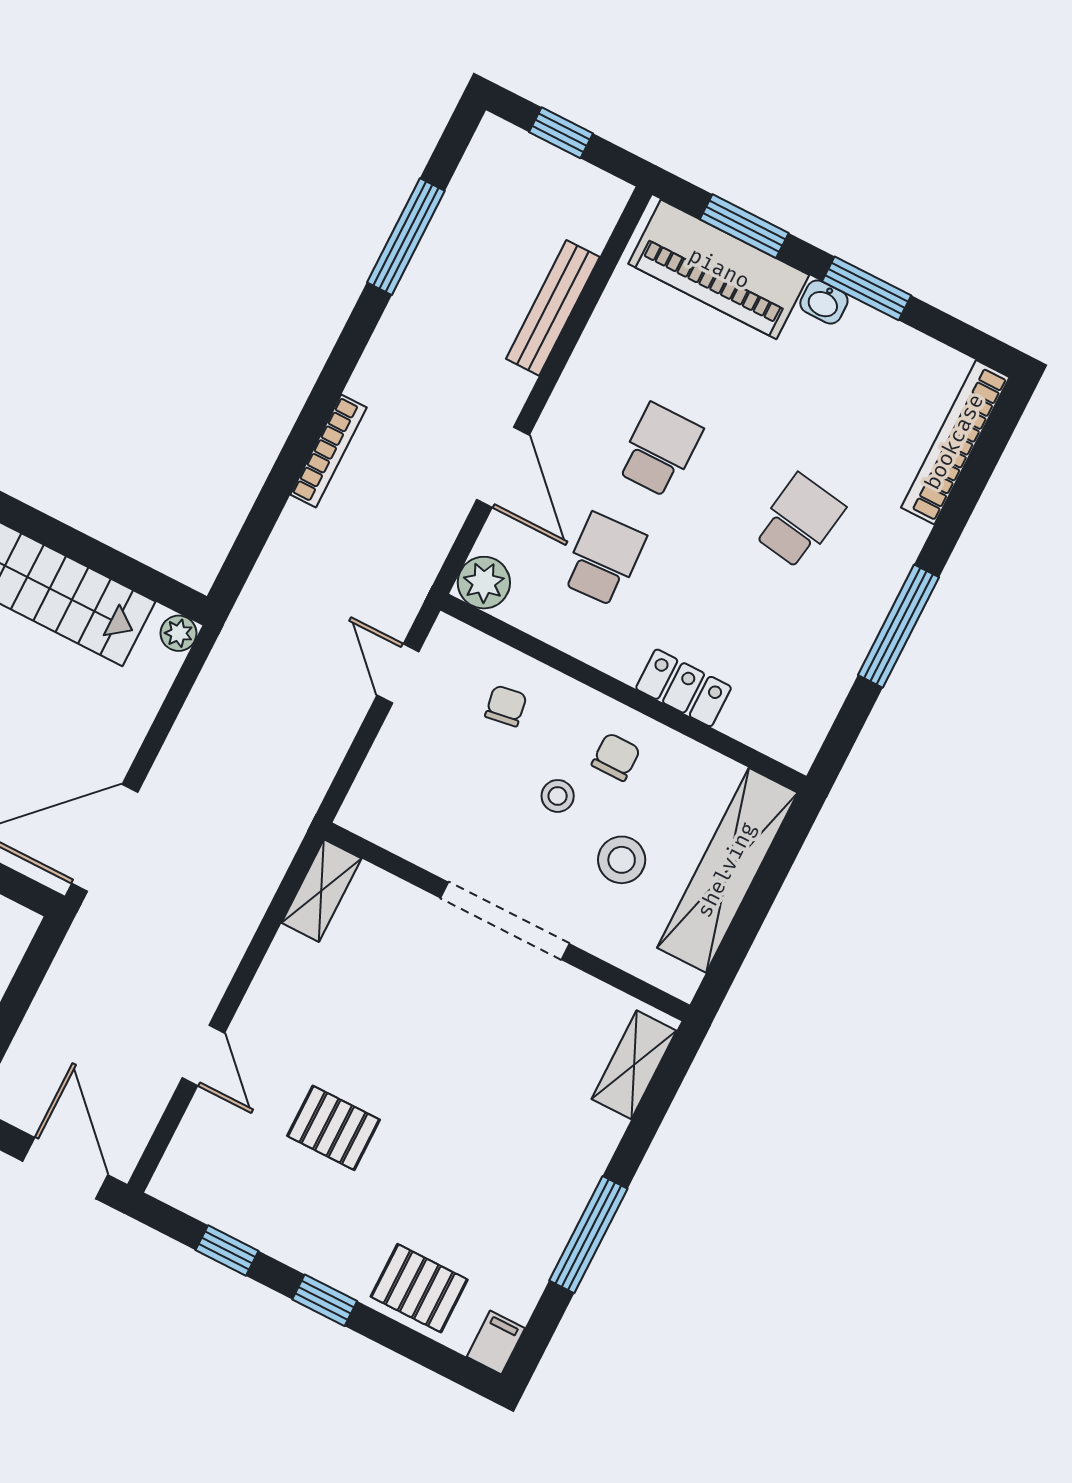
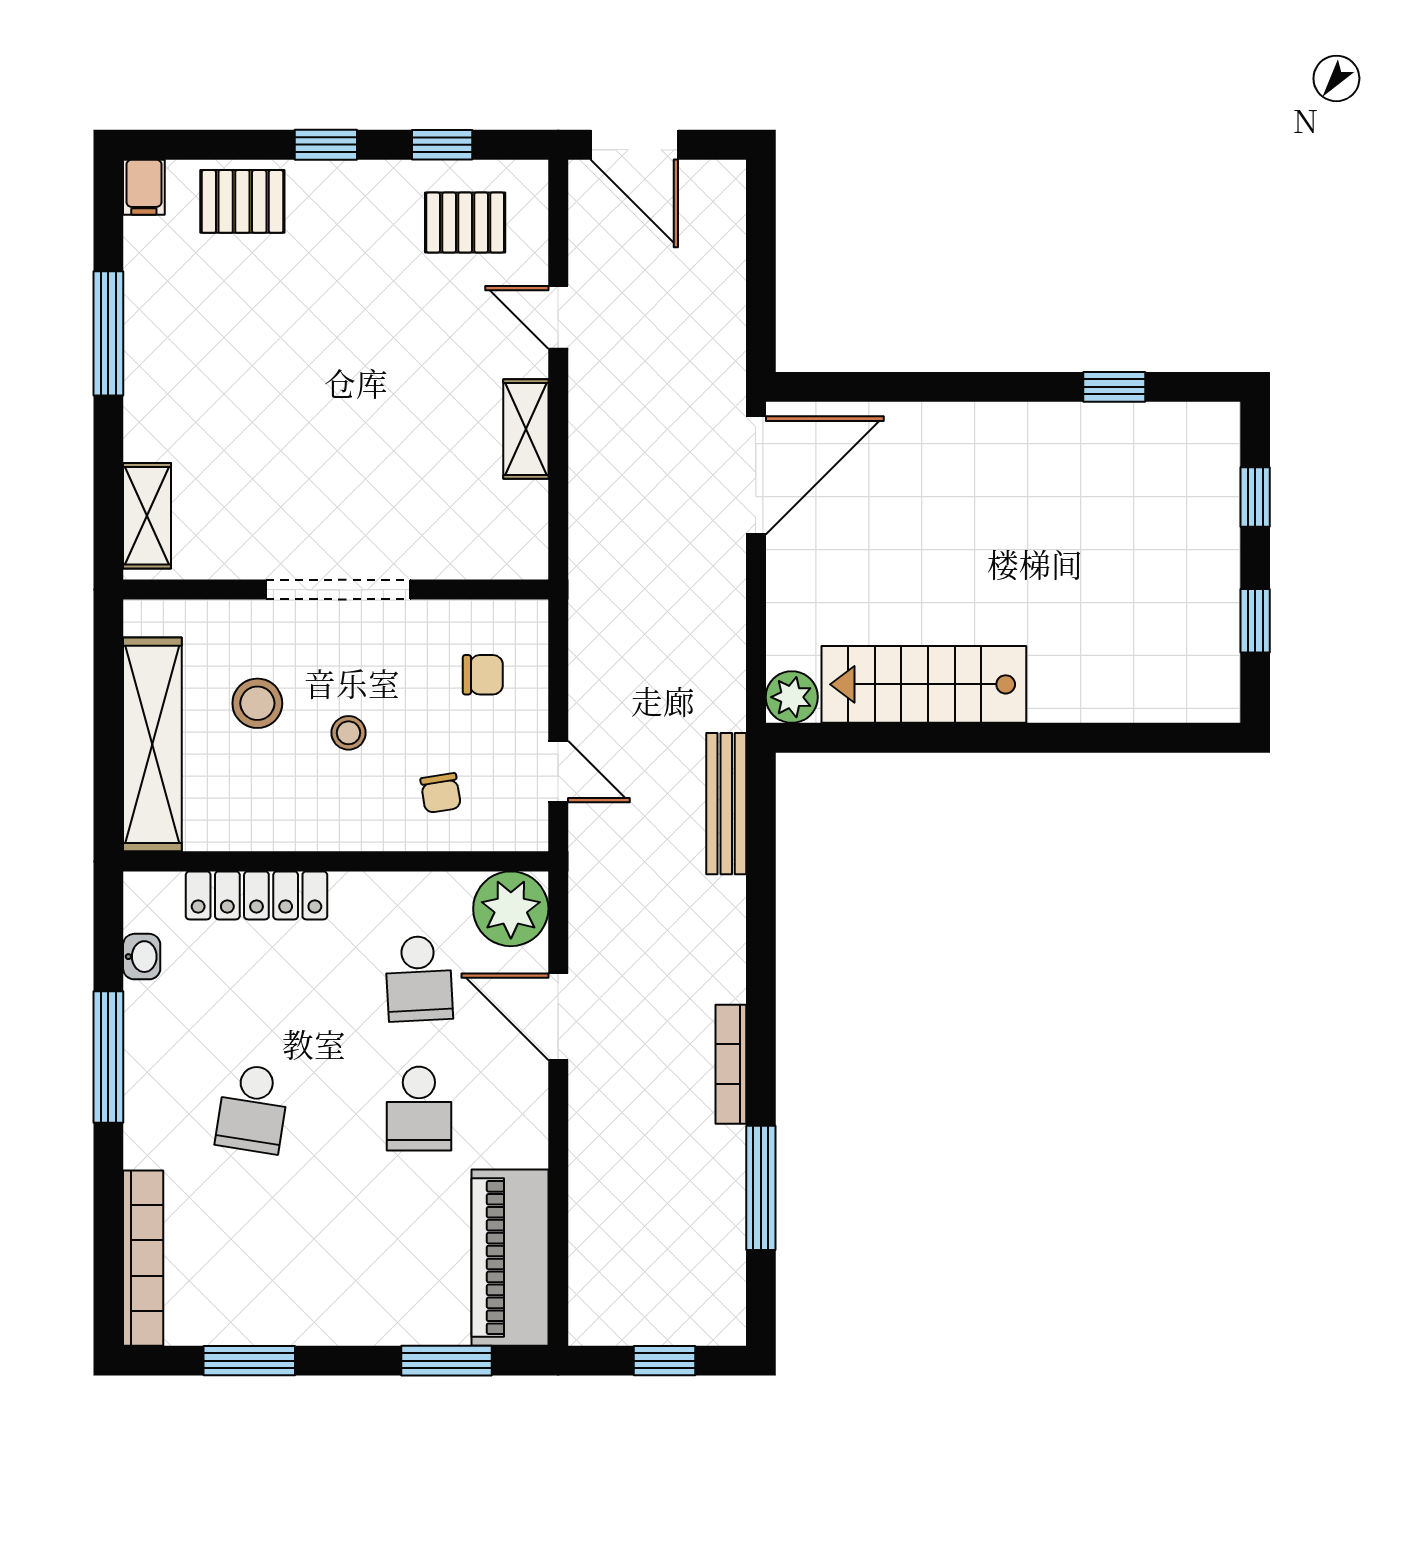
piano: (719, 269) -> (510, 1258), moved, turned -90
window: (867, 288) -> (249, 1361), moved
washbasin: (824, 302) -> (142, 957), moved, turned 90
bench: (553, 308) -> (726, 804), moved
bookcase: (328, 451) -> (731, 1064), moved
plant: (484, 583) -> (511, 909), width x1.36, depth x1.36
plant: (179, 633) -> (792, 697), width x1.38, depth x1.38
locker: (684, 688) -> (256, 895), width x1.53
chair: (616, 757) -> (483, 675), moved, turned -90
shelving: (321, 891) -> (526, 429), moved
pallet: (334, 1128) -> (465, 223), moved

